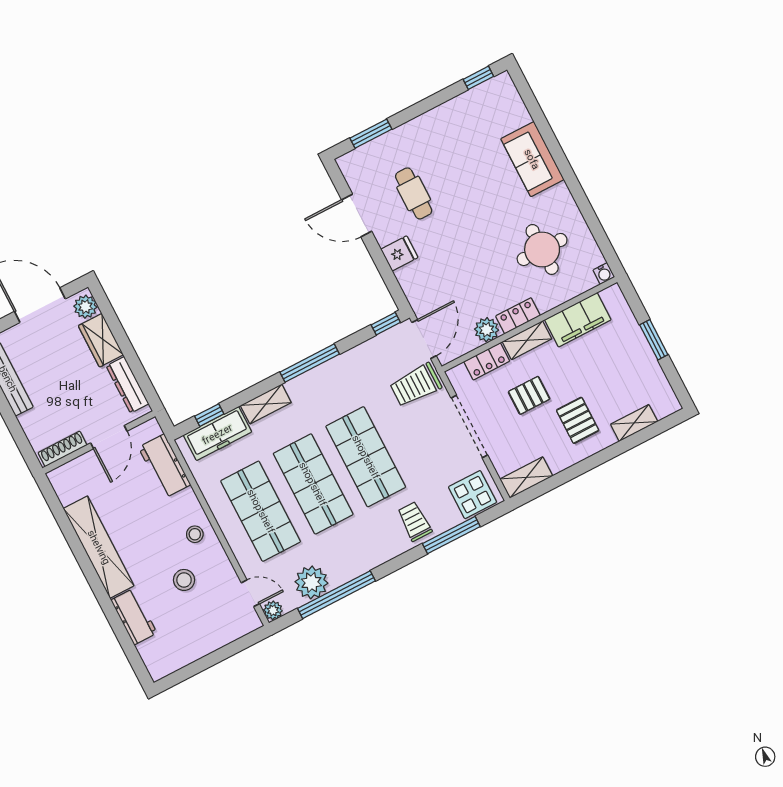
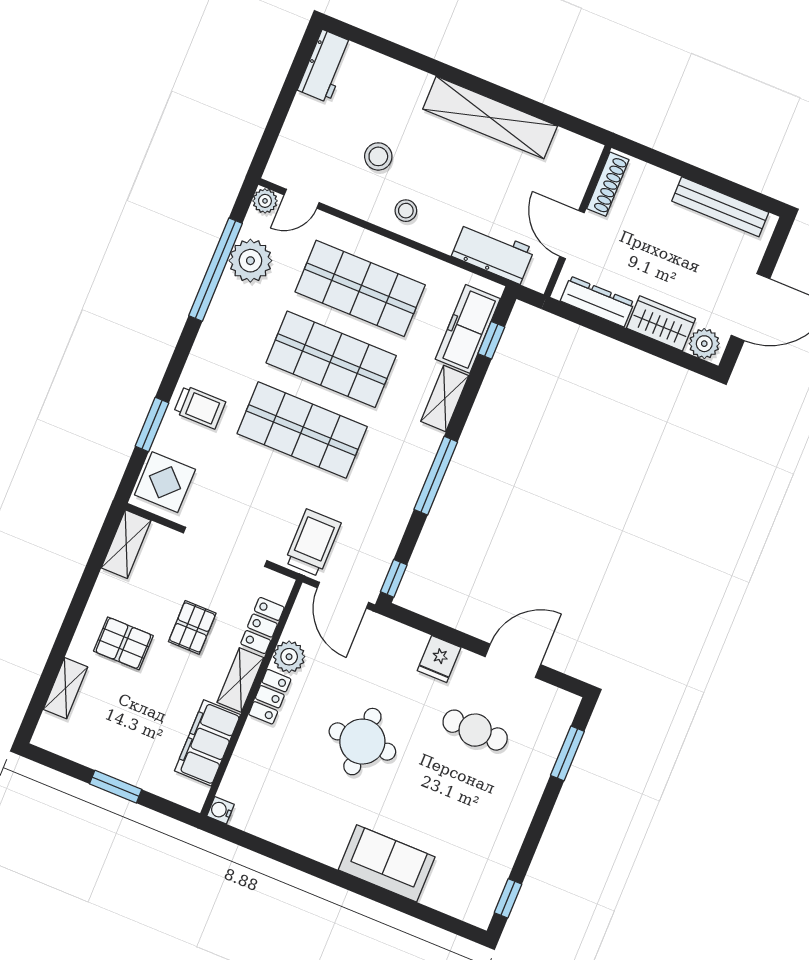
round table: (542, 249) -> (362, 742), moved
window: (451, 535) -> (152, 425), width x0.69
workbench: (134, 617) -> (325, 66), moved, turned -90

